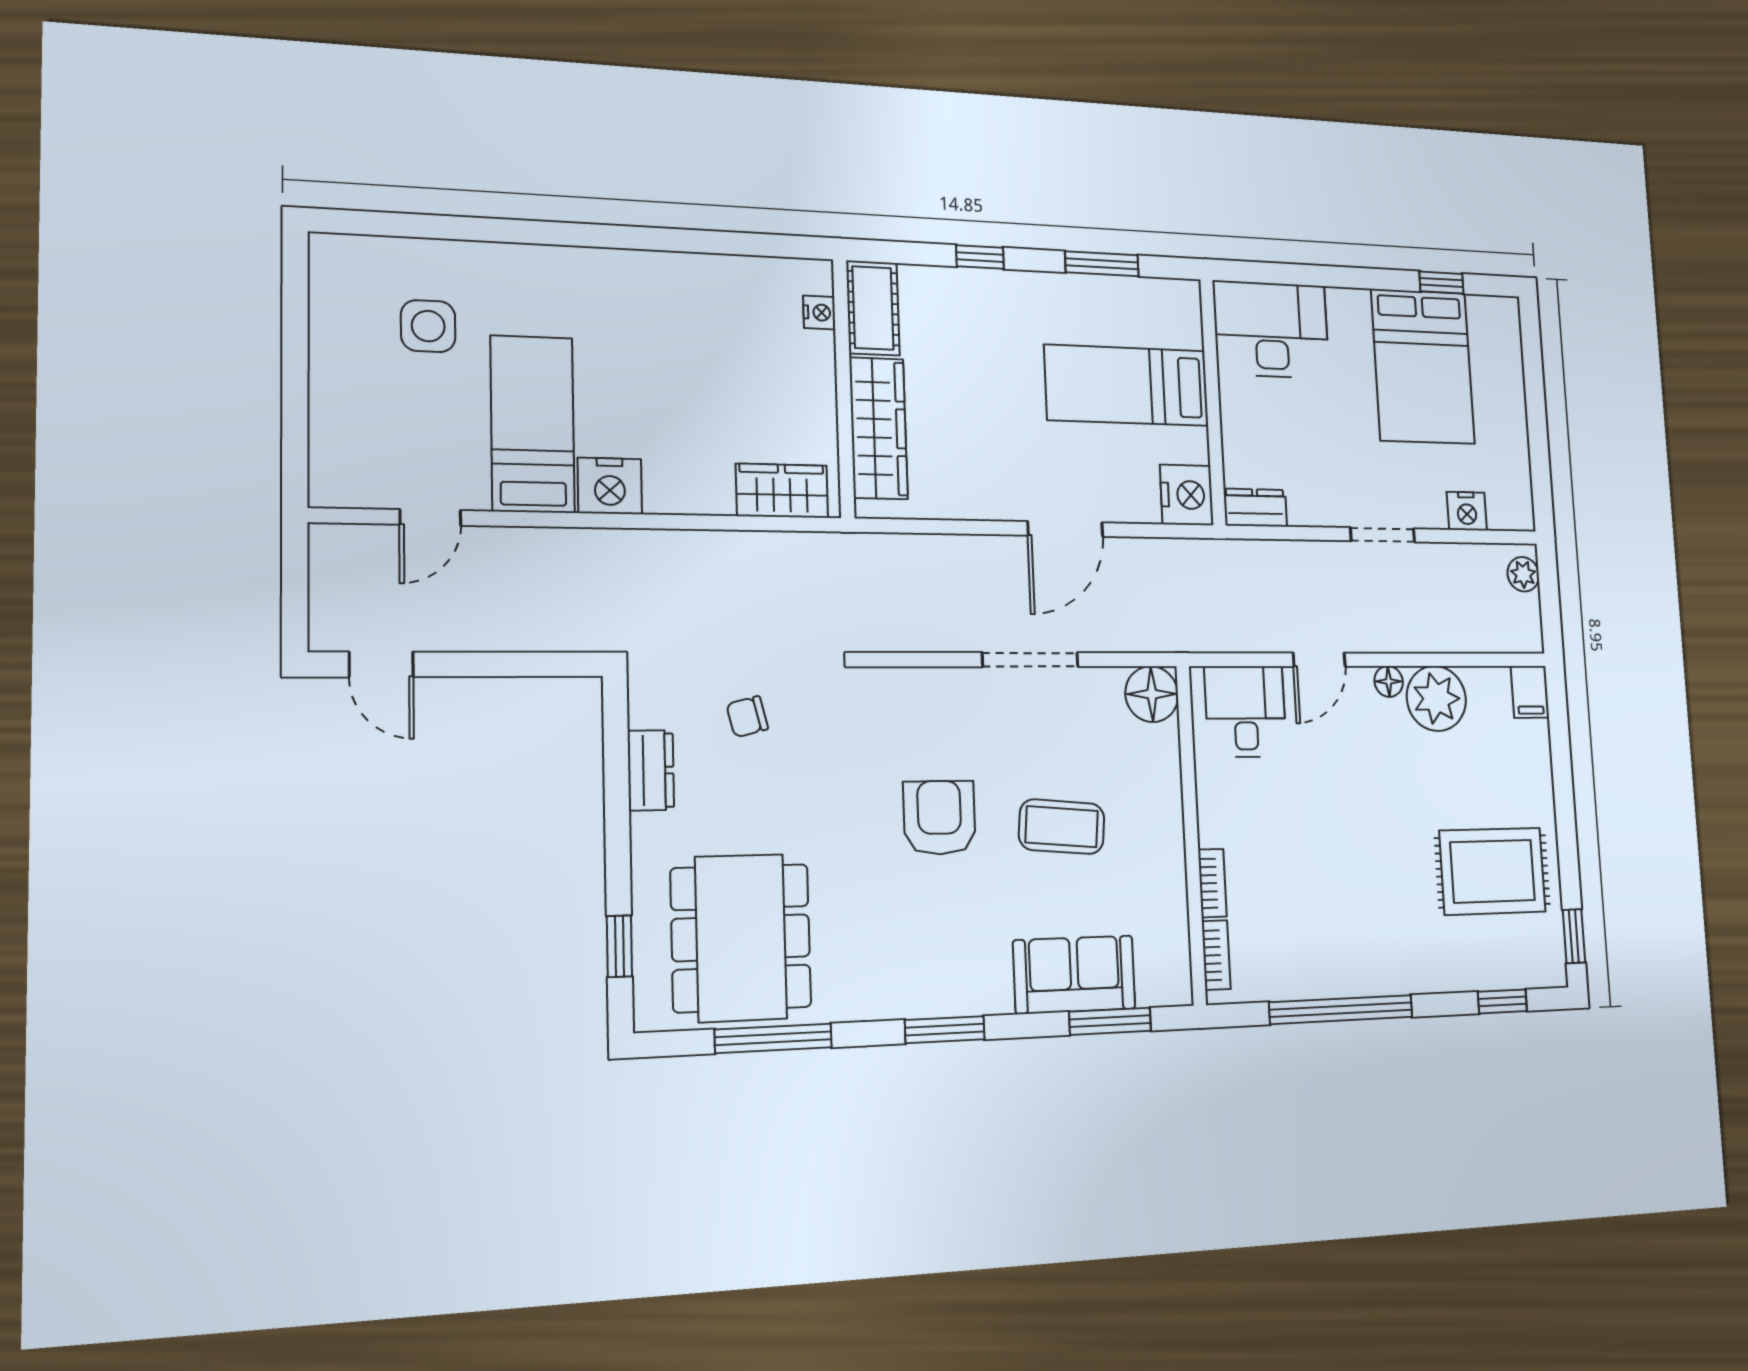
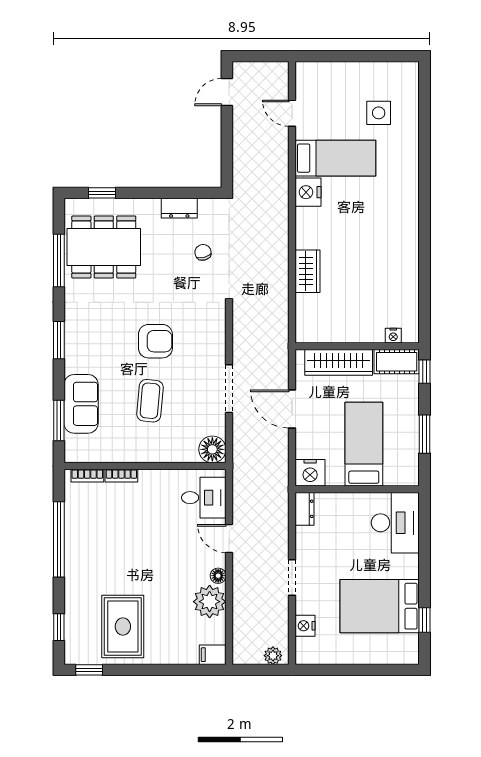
cot: (873, 308) -> (397, 362), moved
nightstand: (819, 312) -> (393, 336), moved
wall: (844, 388) -> (357, 346), moved
wardrobe: (878, 428) -> (339, 362), moved

